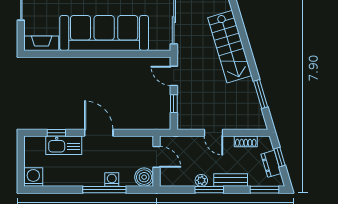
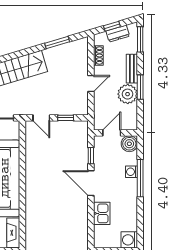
door: (174, 76) -> (41, 118), hinge flipped
window: (56, 133) -> (91, 156), moved
door: (99, 133) -> (91, 183), hinge flipped
kitchen sink: (64, 145) -> (102, 213), width x0.73
plant: (201, 180) -> (128, 94), width x1.88, depth x1.88

